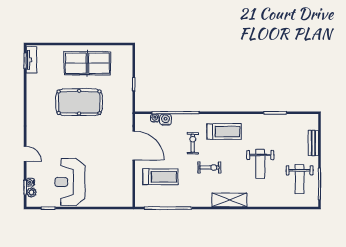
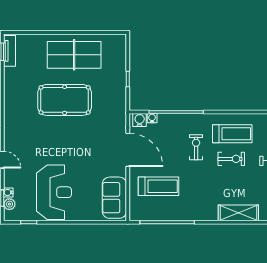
water cooler: (166, 120) -> (140, 120), moved
exercise bike: (209, 167) -> (231, 159), moved
reception desk: (70, 182) -> (54, 192), turned 180
sofa: (122, 187) -> (114, 198), added

